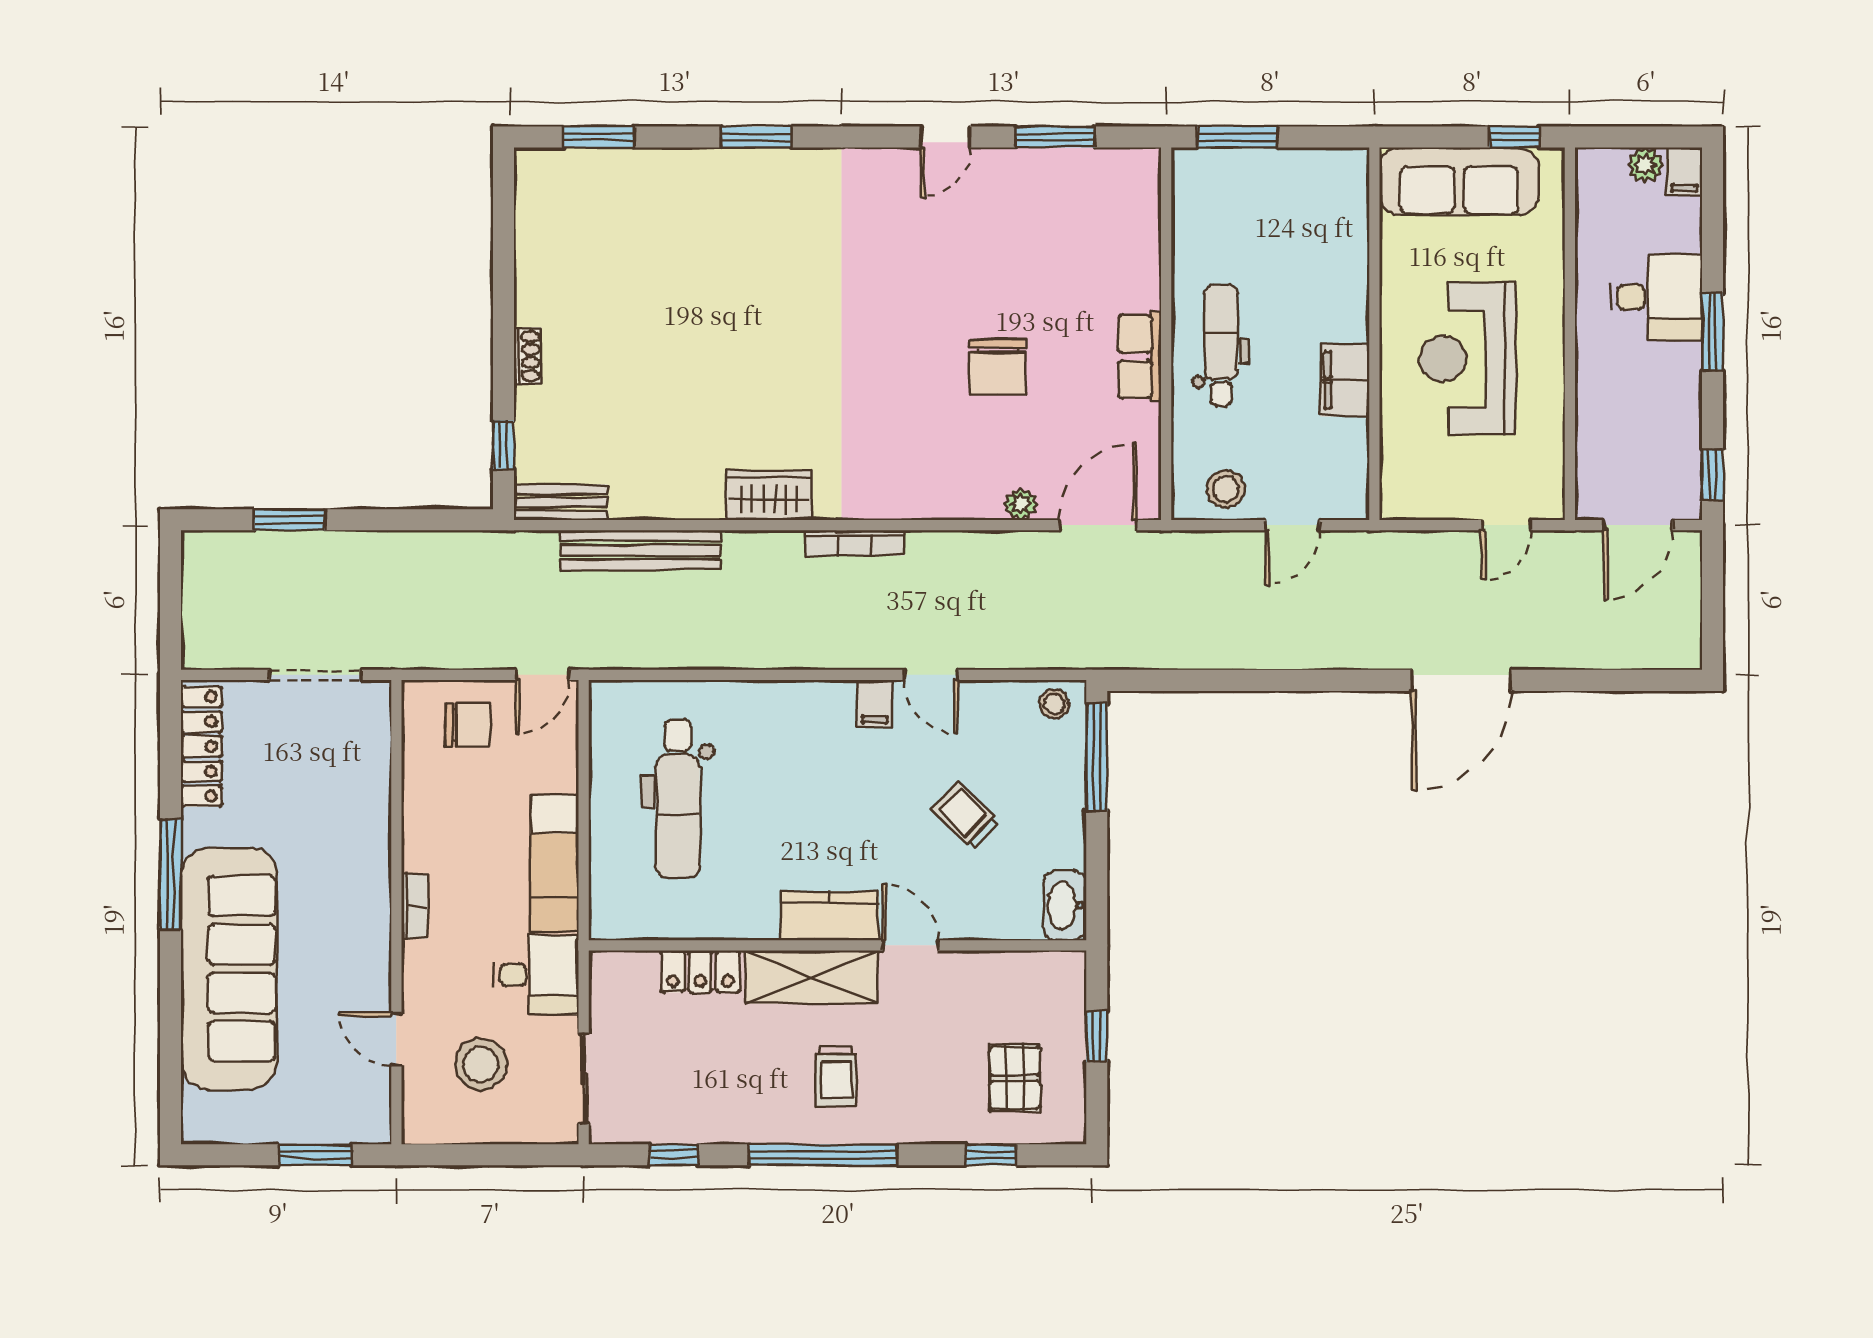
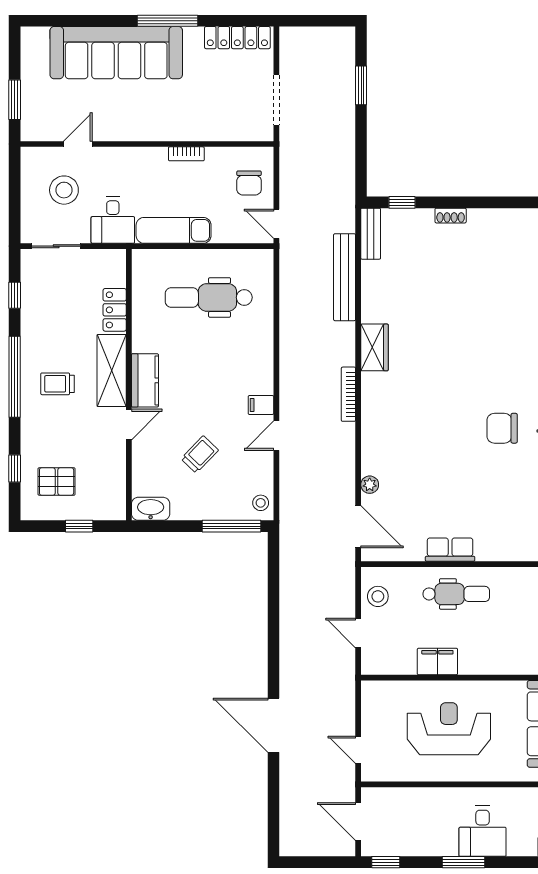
chair: (997, 367) -> (502, 428), moved
bookcase: (415, 906) -> (186, 154), moved

